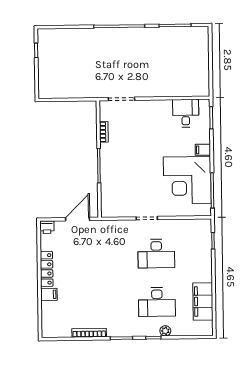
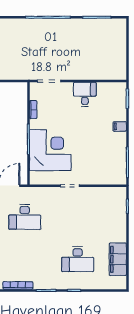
desk: (186, 113) -> (85, 94), moved
corner desk: (187, 180) -> (50, 150), moved, turned 180
desk: (156, 254) -> (25, 217), moved
plant: (165, 331) -> (85, 285), removed

